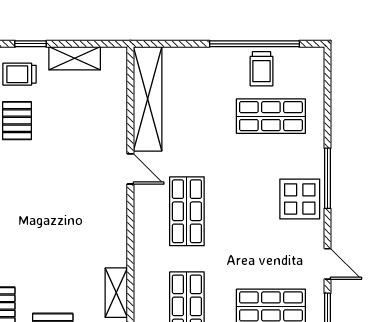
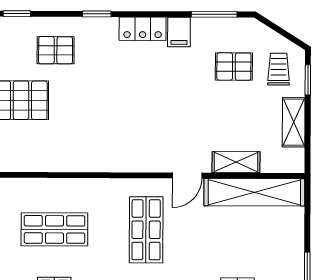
shop shelf: (187, 211) -> (146, 230), turned 90
shelving: (116, 293) -> (236, 162), moved

